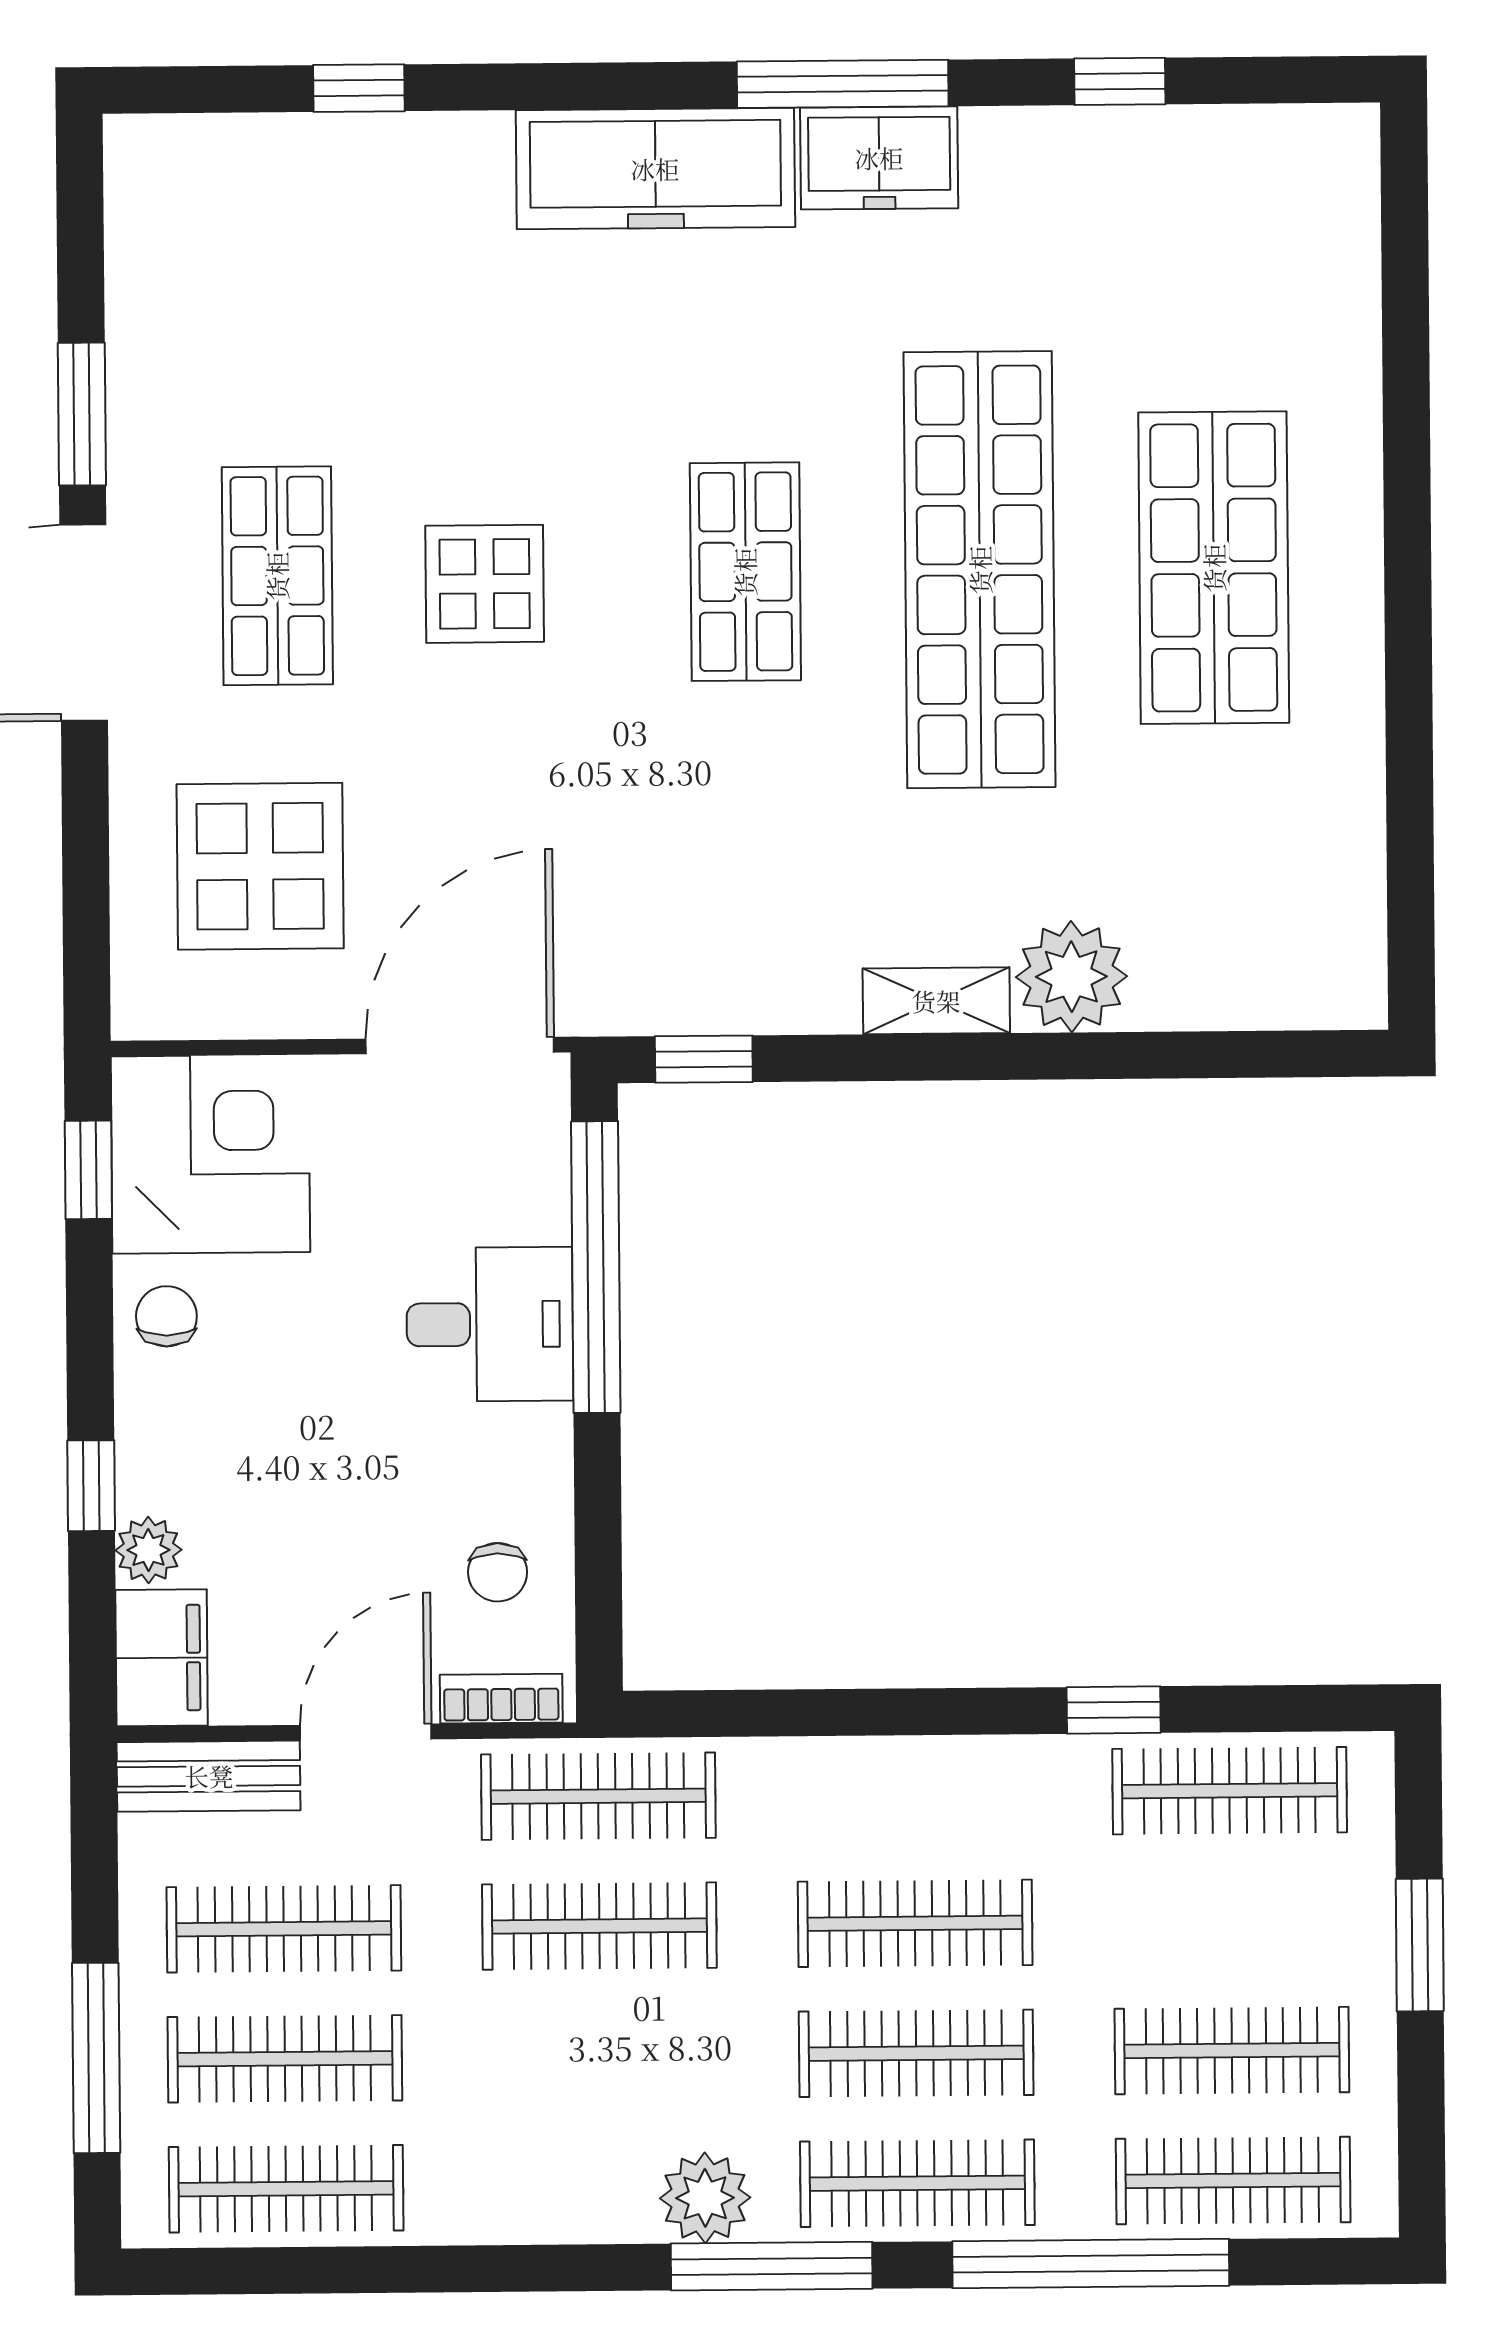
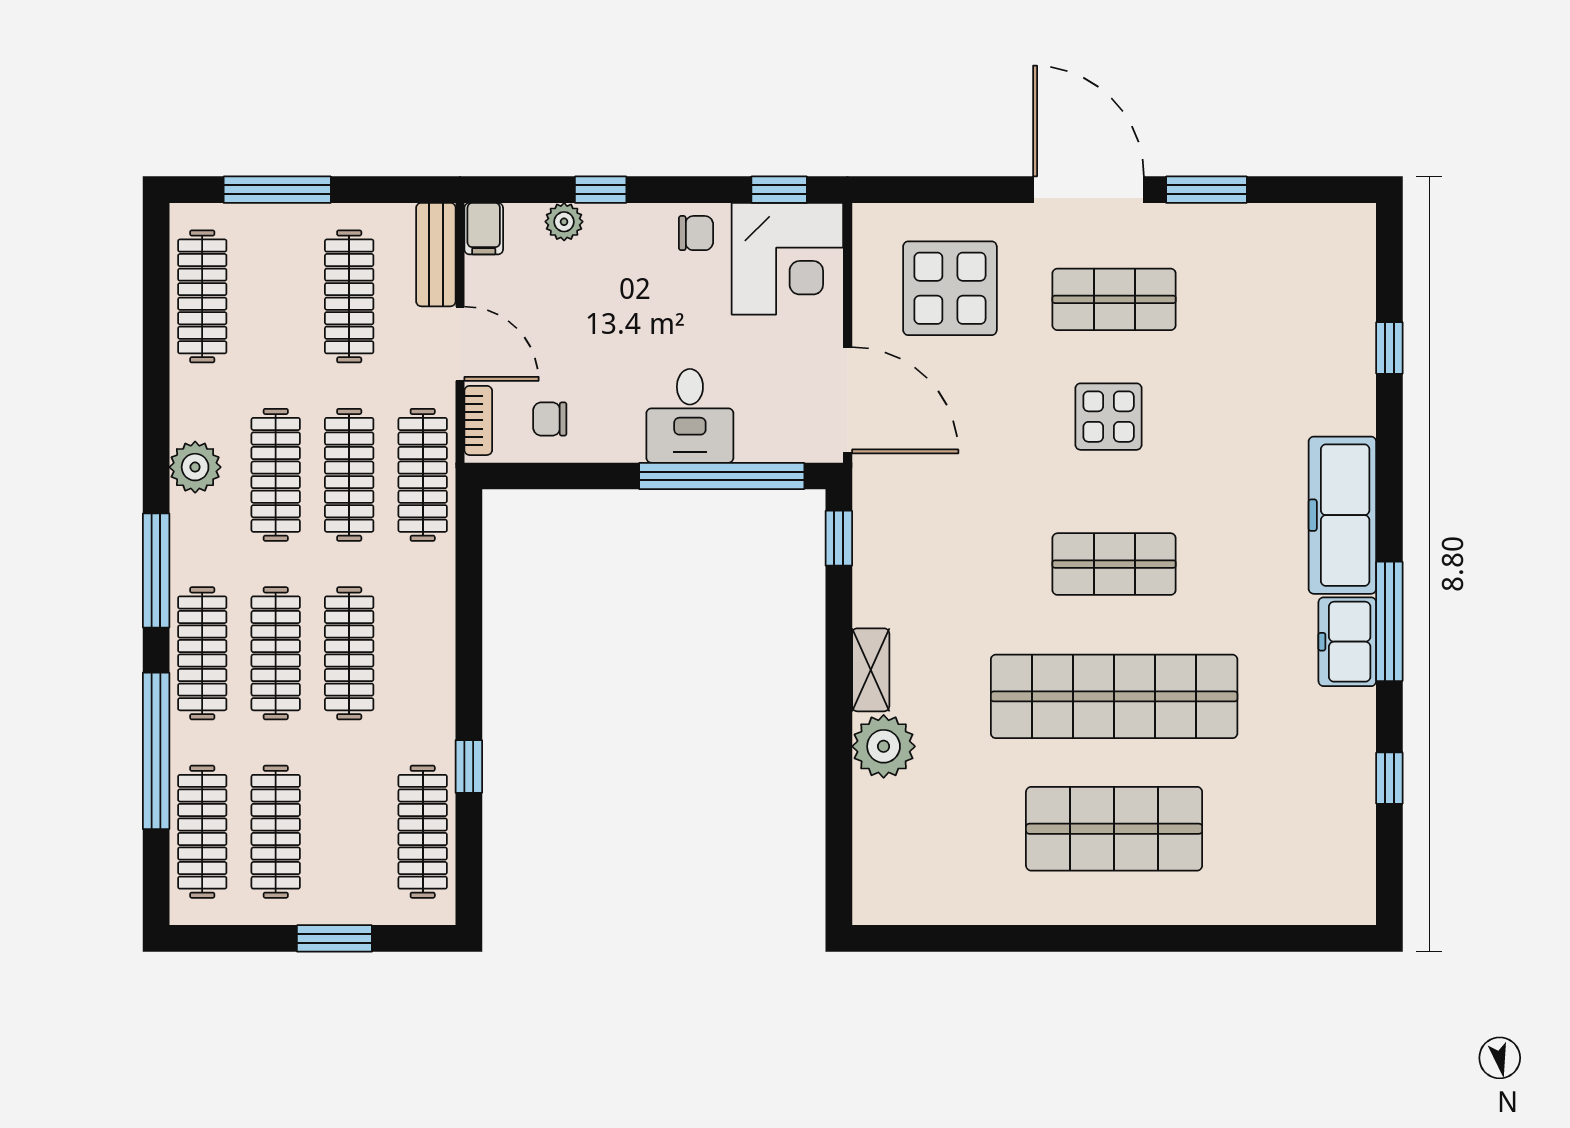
filing cabinet: (162, 1658) -> (484, 229), width x0.50
clothes rail: (285, 2059) -> (276, 475), moved
plant: (705, 2198) -> (195, 467), moved

